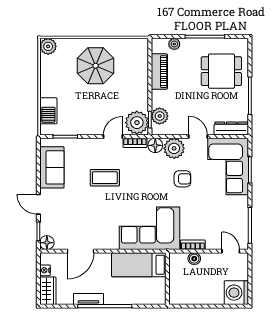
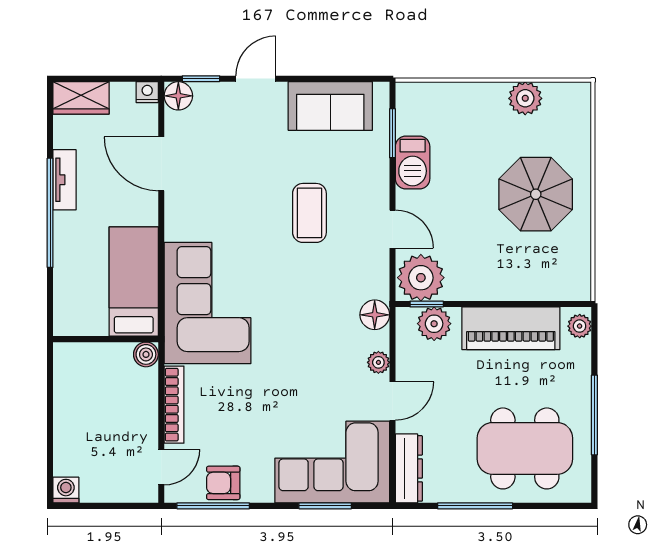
plant: (174, 44) -> (580, 326), moved
plant: (48, 46) -> (525, 98), moved
dining table: (221, 71) -> (525, 448), width x1.37
piano: (159, 72) -> (511, 328), width x1.37, depth x1.33
barbecue: (48, 111) -> (413, 163), moved, turned -90
bookcase: (135, 143) -> (380, 274), removed
plant: (174, 148) -> (378, 362), width x0.53, depth x0.53
armchair: (182, 179) -> (223, 483), moved, turned 90
bookcase: (193, 245) -> (174, 405), width x1.56
boiler: (194, 259) -> (146, 354), moved
nightstand: (45, 270) -> (147, 92), moved
washing machine: (236, 293) -> (66, 490), width x0.53, depth x0.53

